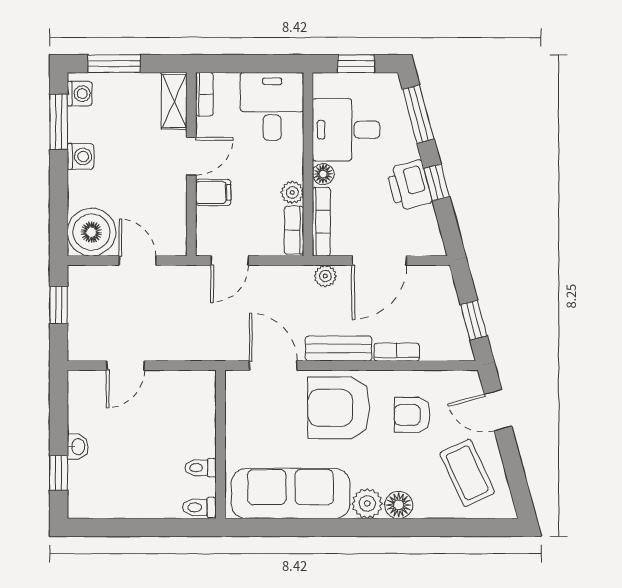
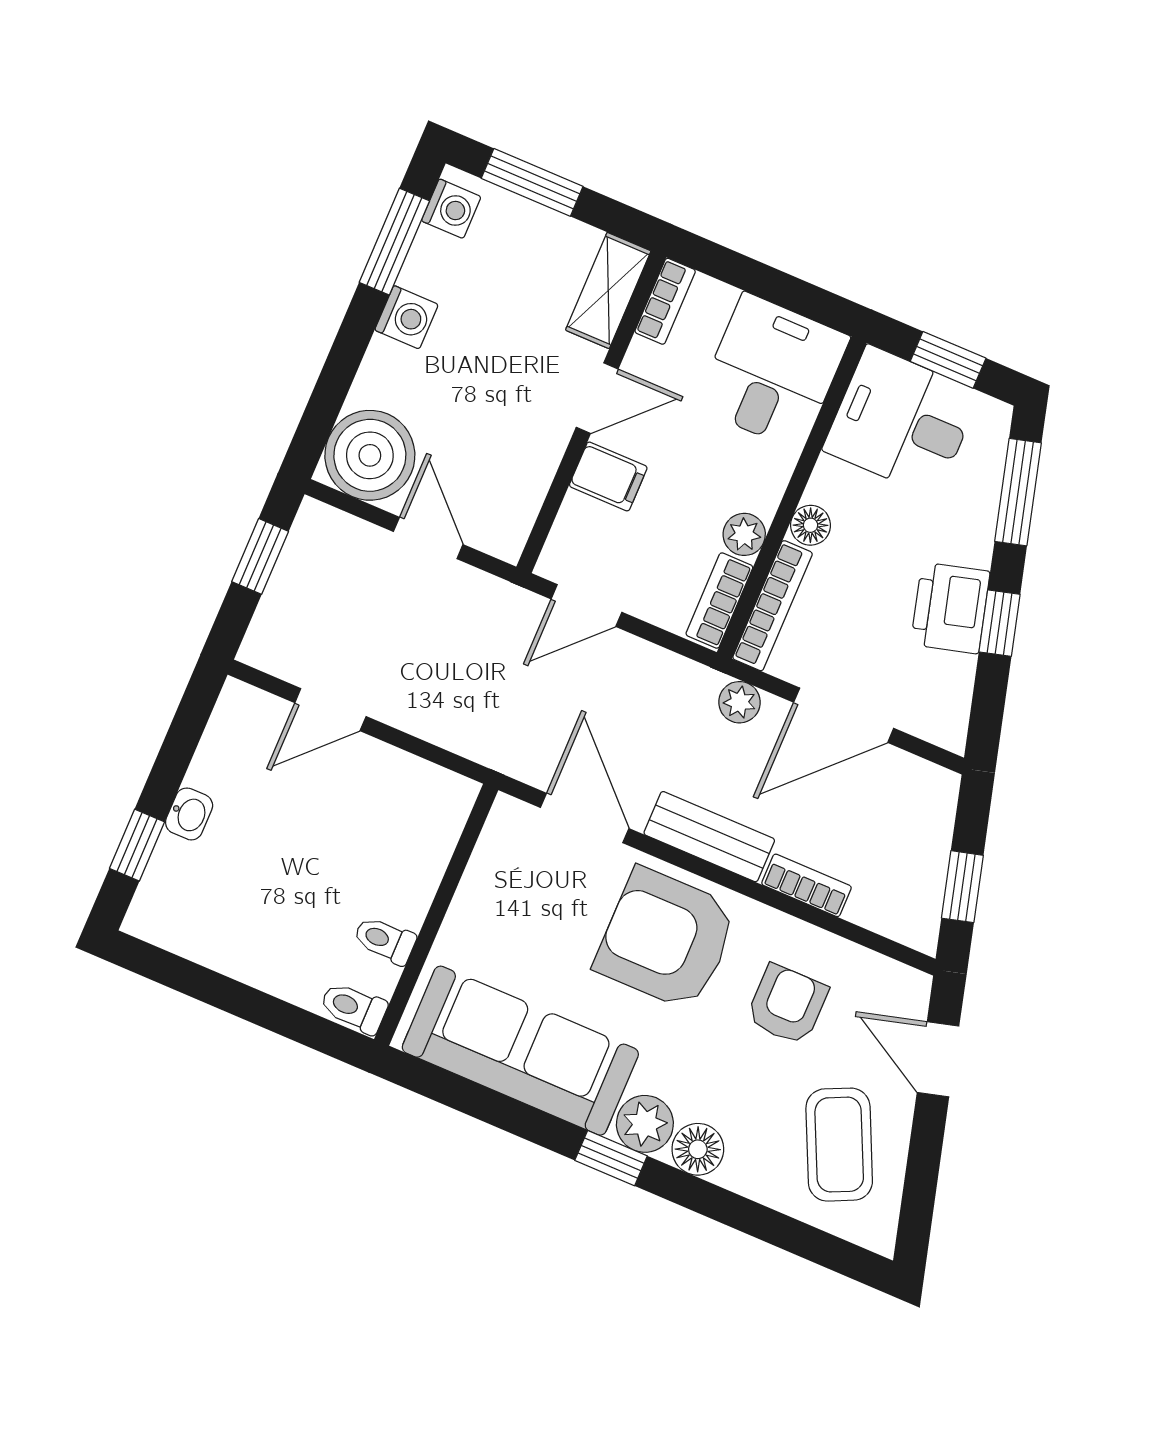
desk: (346, 130) -> (902, 421), moved
armchair: (412, 415) -> (787, 1005), turned 90
window: (358, 527) -> (611, 1158), added

